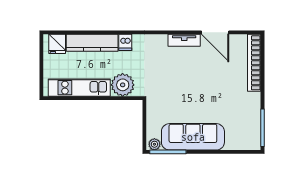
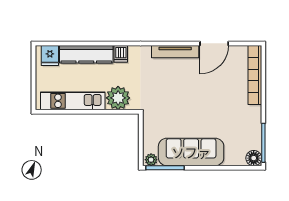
door: (215, 32) -> (214, 43), hinge flipped
tv unit: (184, 40) -> (175, 52), width x1.41
floor lamp: (253, 143) -> (254, 158), added

